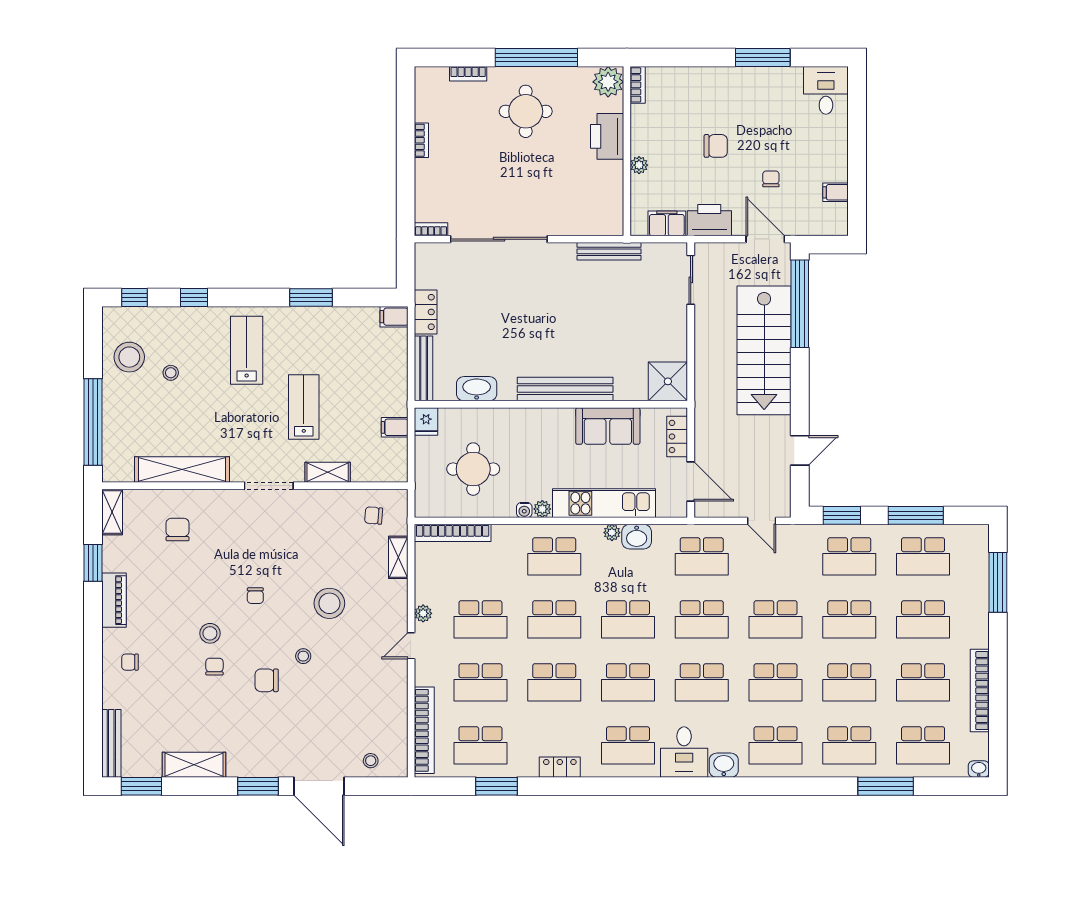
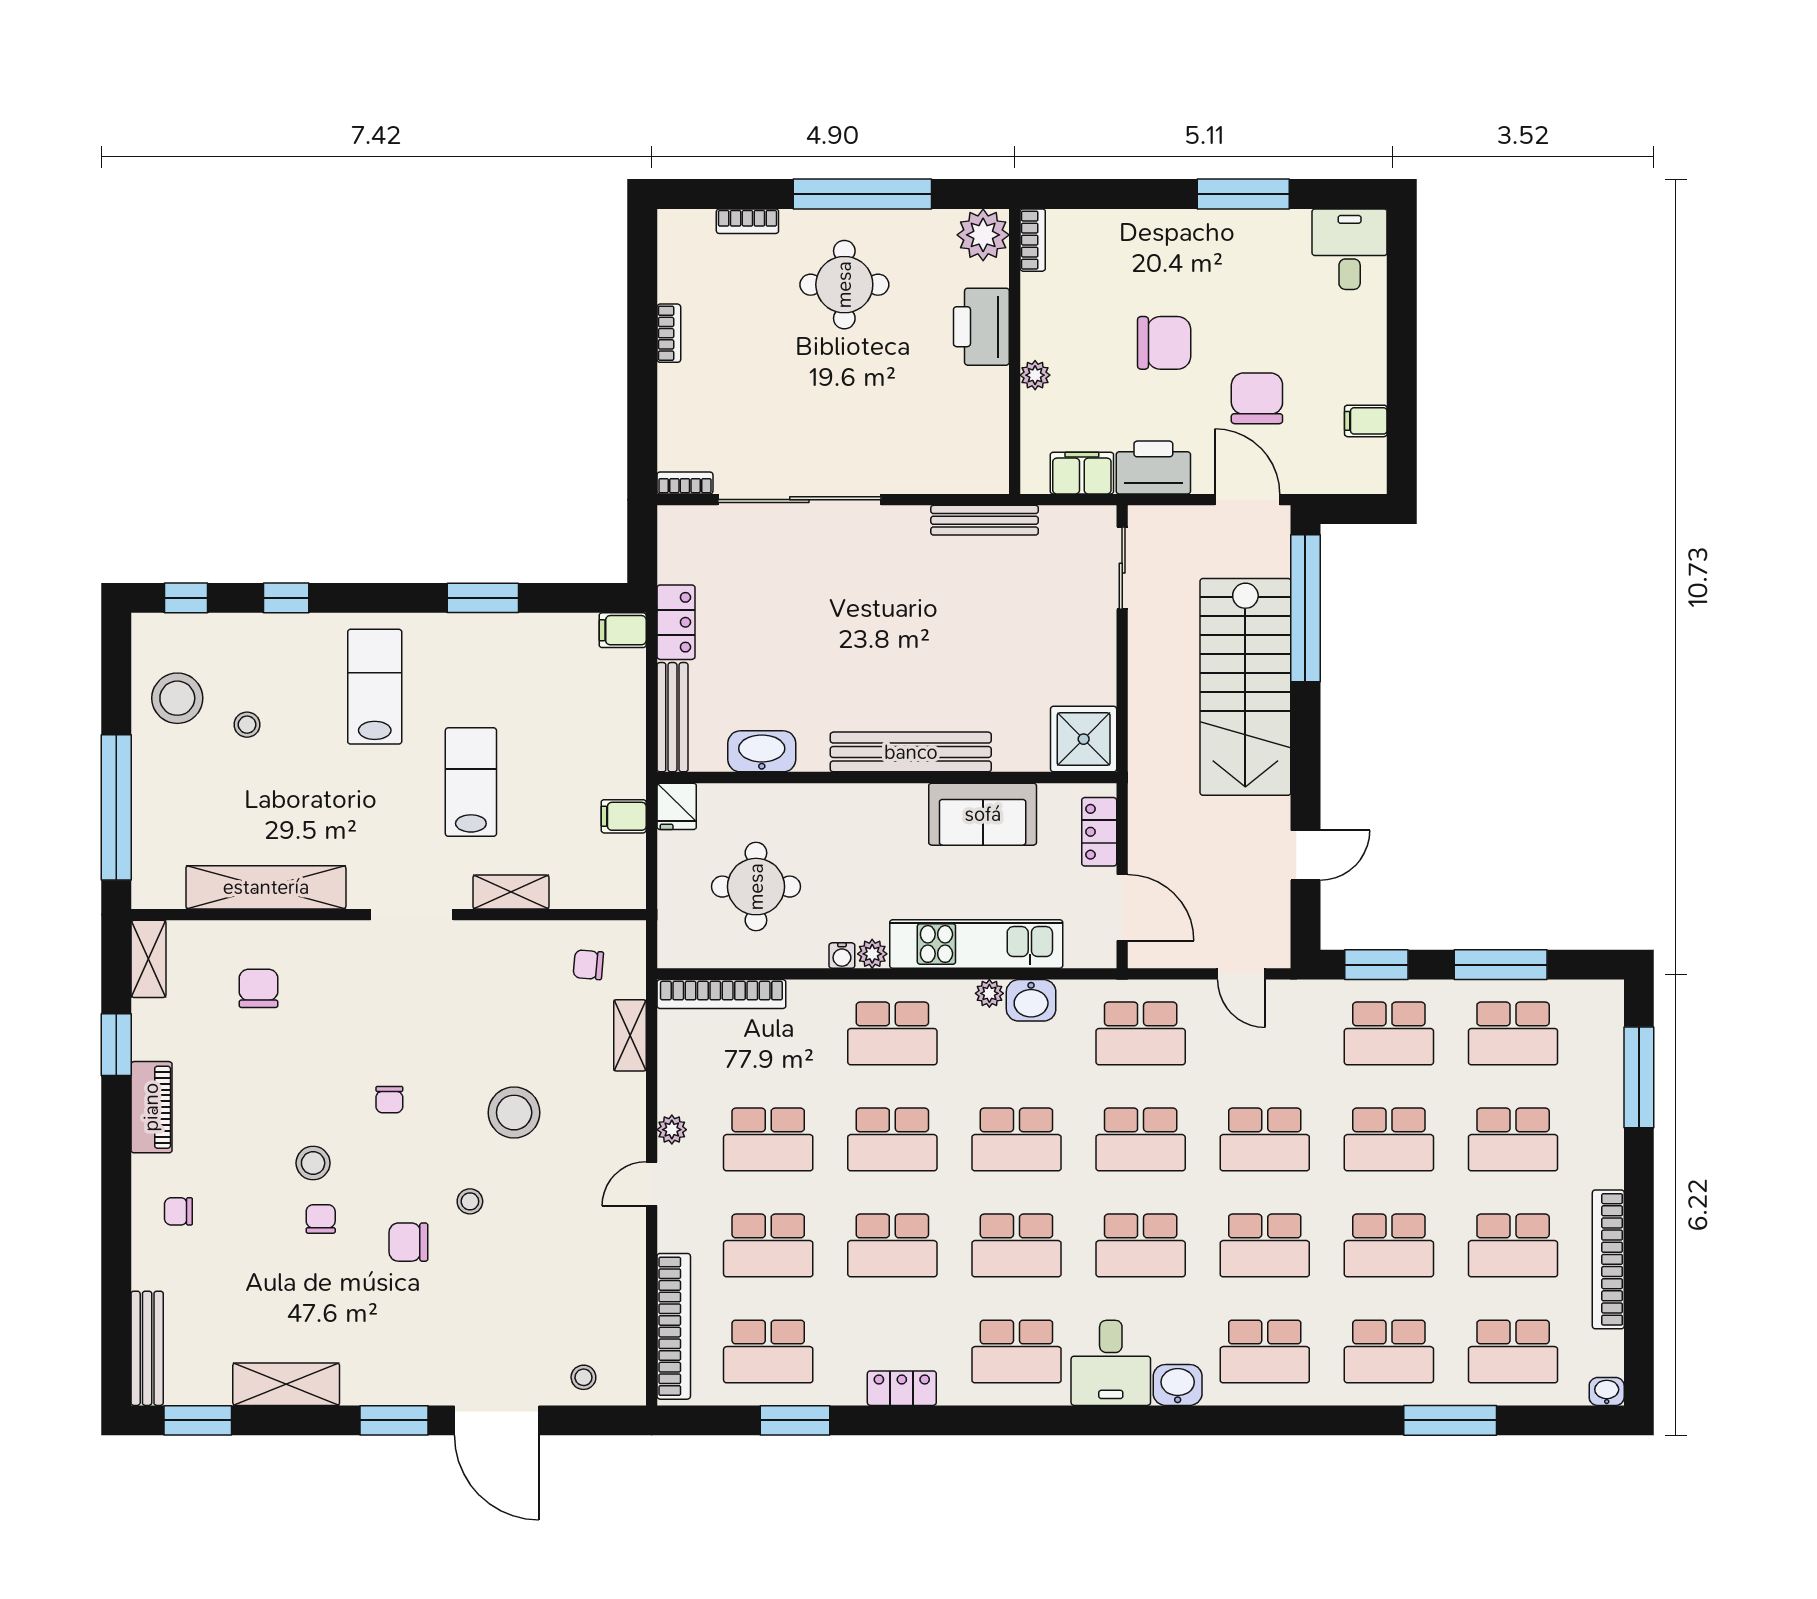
chair: (716, 146) -> (1164, 343), width x1.37, depth x1.37
chair: (771, 179) -> (1257, 398), width x1.87, depth x1.87

